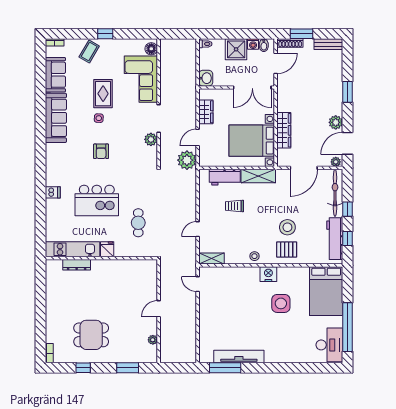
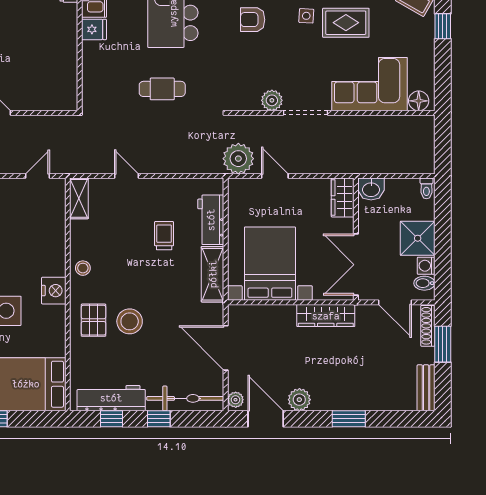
wardrobe: (206, 112) -> (343, 197), moved, turned 90
wardrobe: (284, 130) -> (326, 316), moved
cafe table: (138, 223) -> (162, 89), moved

